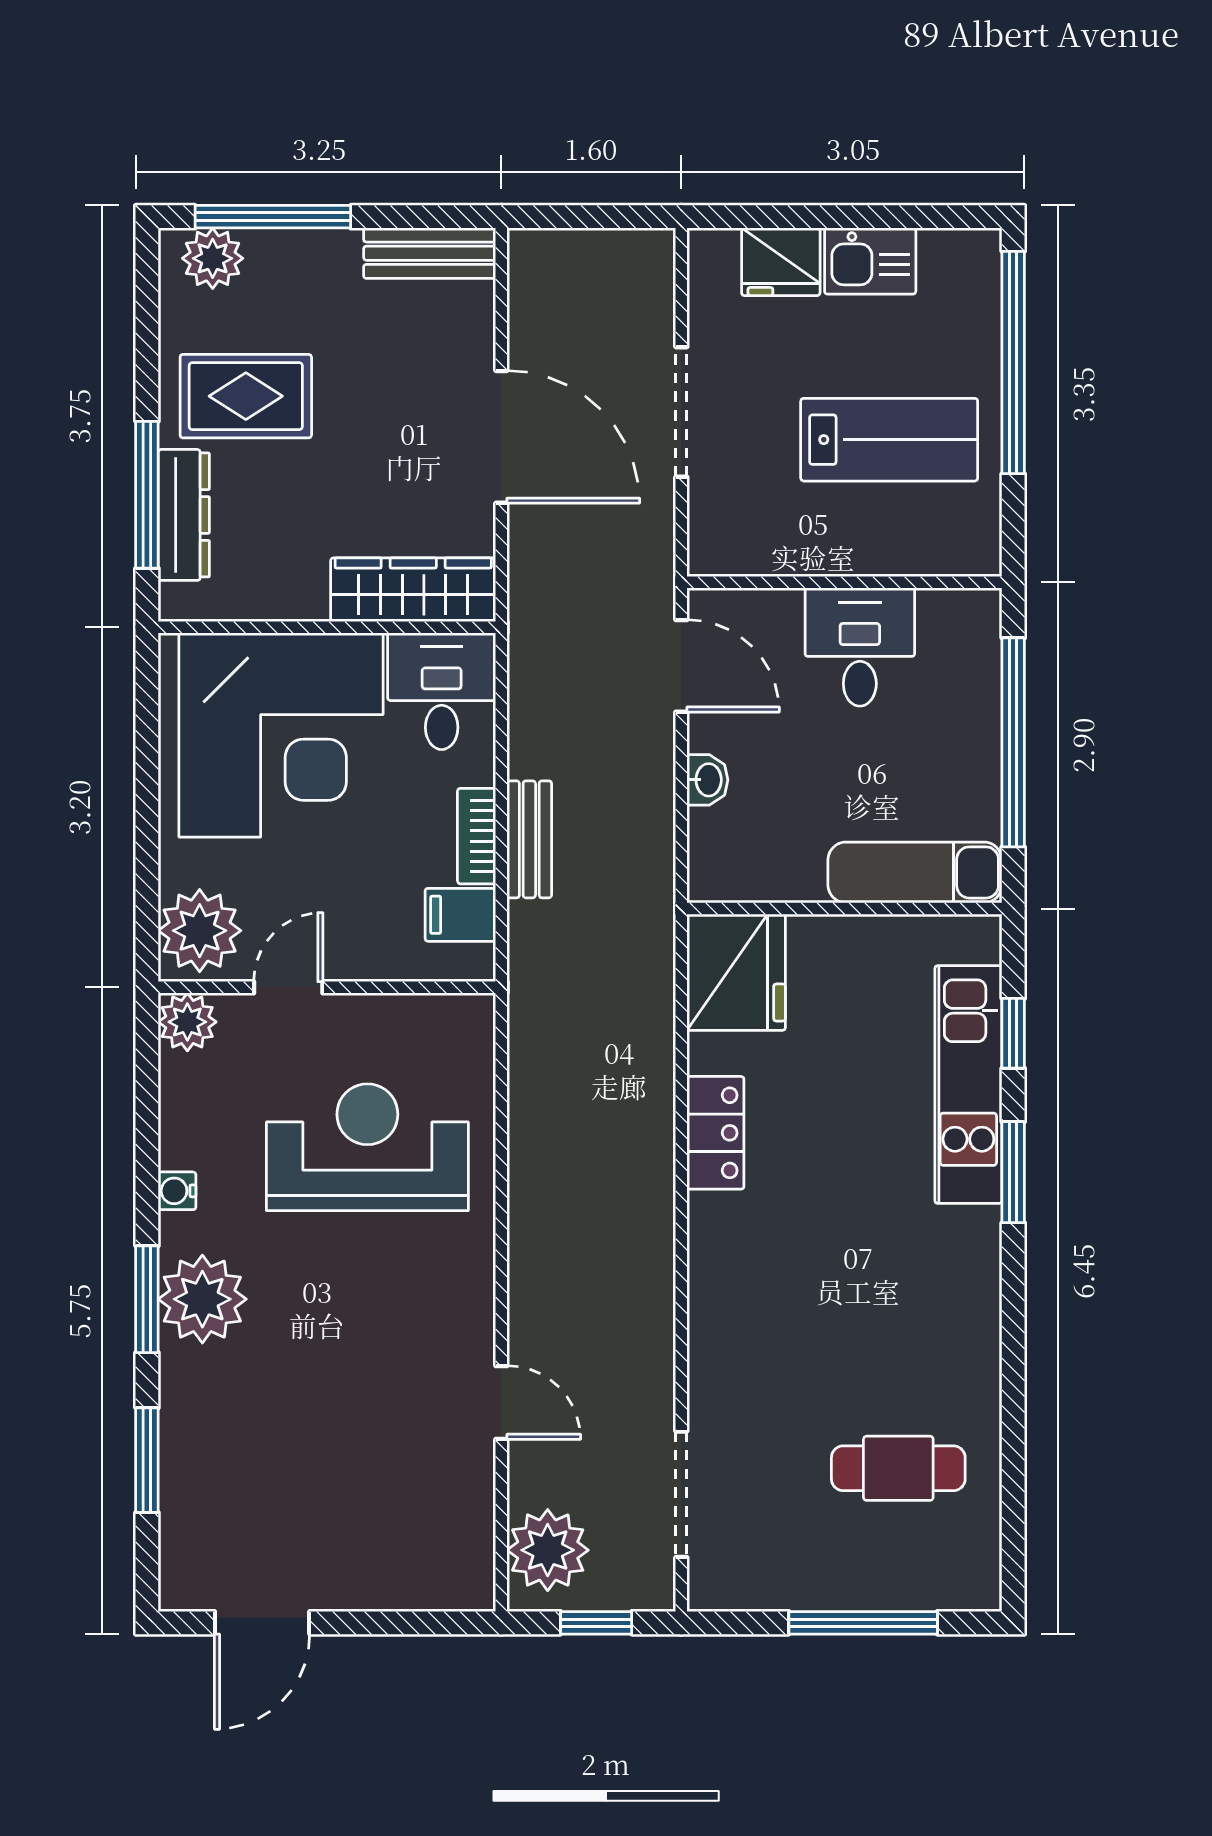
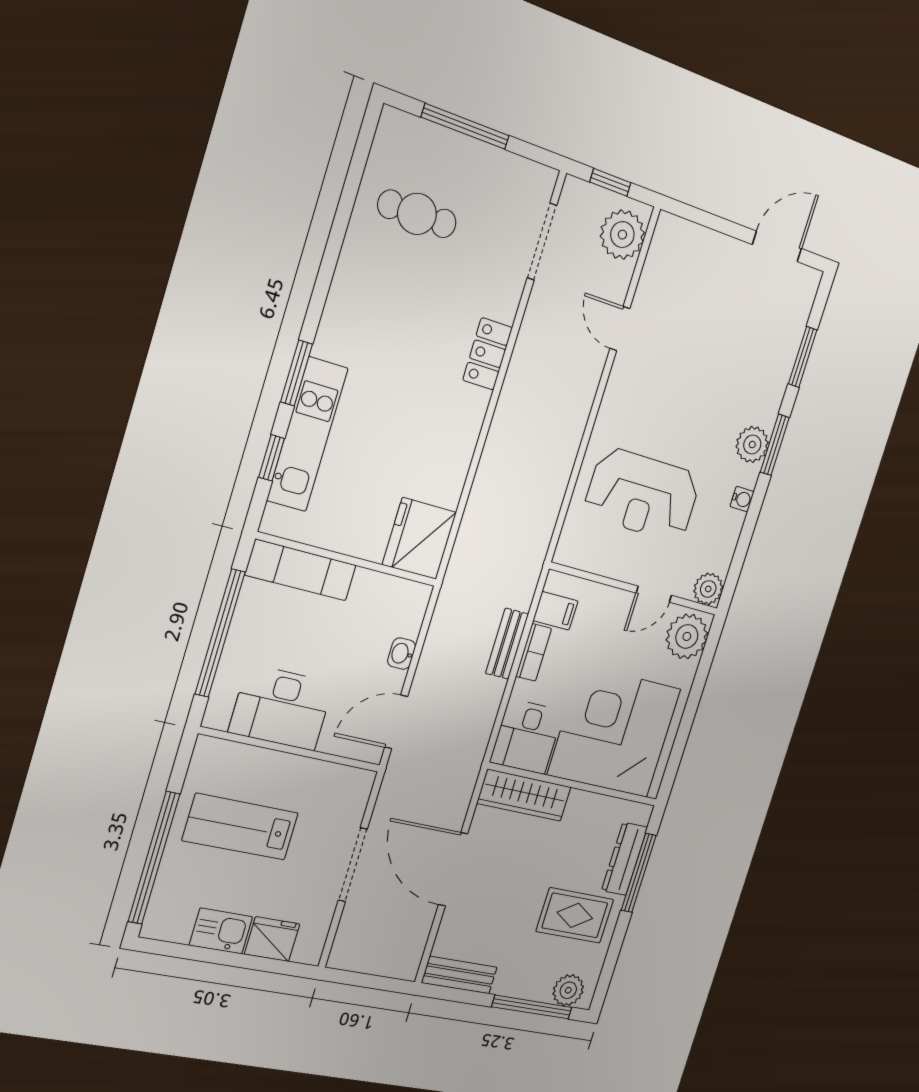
desk: (860, 647) -> (281, 708), width x1.37
door: (681, 666) -> (396, 722), hinge flipped
locker: (715, 1133) -> (488, 354), moved
plant: (202, 1299) -> (752, 445), width x0.73, depth x0.73

